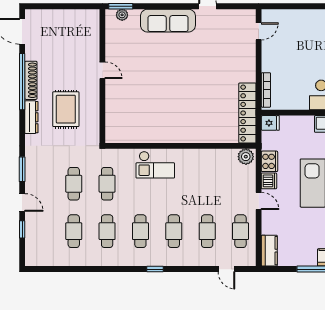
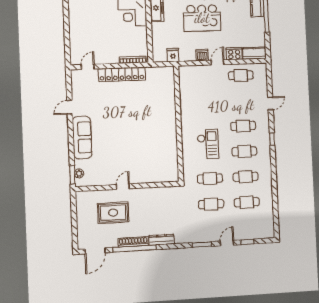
door: (259, 31) -> (88, 67), hinge flipped
rug: (66, 109) -> (113, 213), moved
locker: (247, 113) -> (122, 74), moved
fridge: (270, 123) -> (173, 55), moved
plant: (246, 157) -> (185, 73), removed
cooker: (269, 161) -> (234, 54), moved
checkout: (155, 165) -> (208, 144), moved
cafe table: (207, 231) -> (242, 101), removed
door: (226, 269) -> (270, 103), moved

